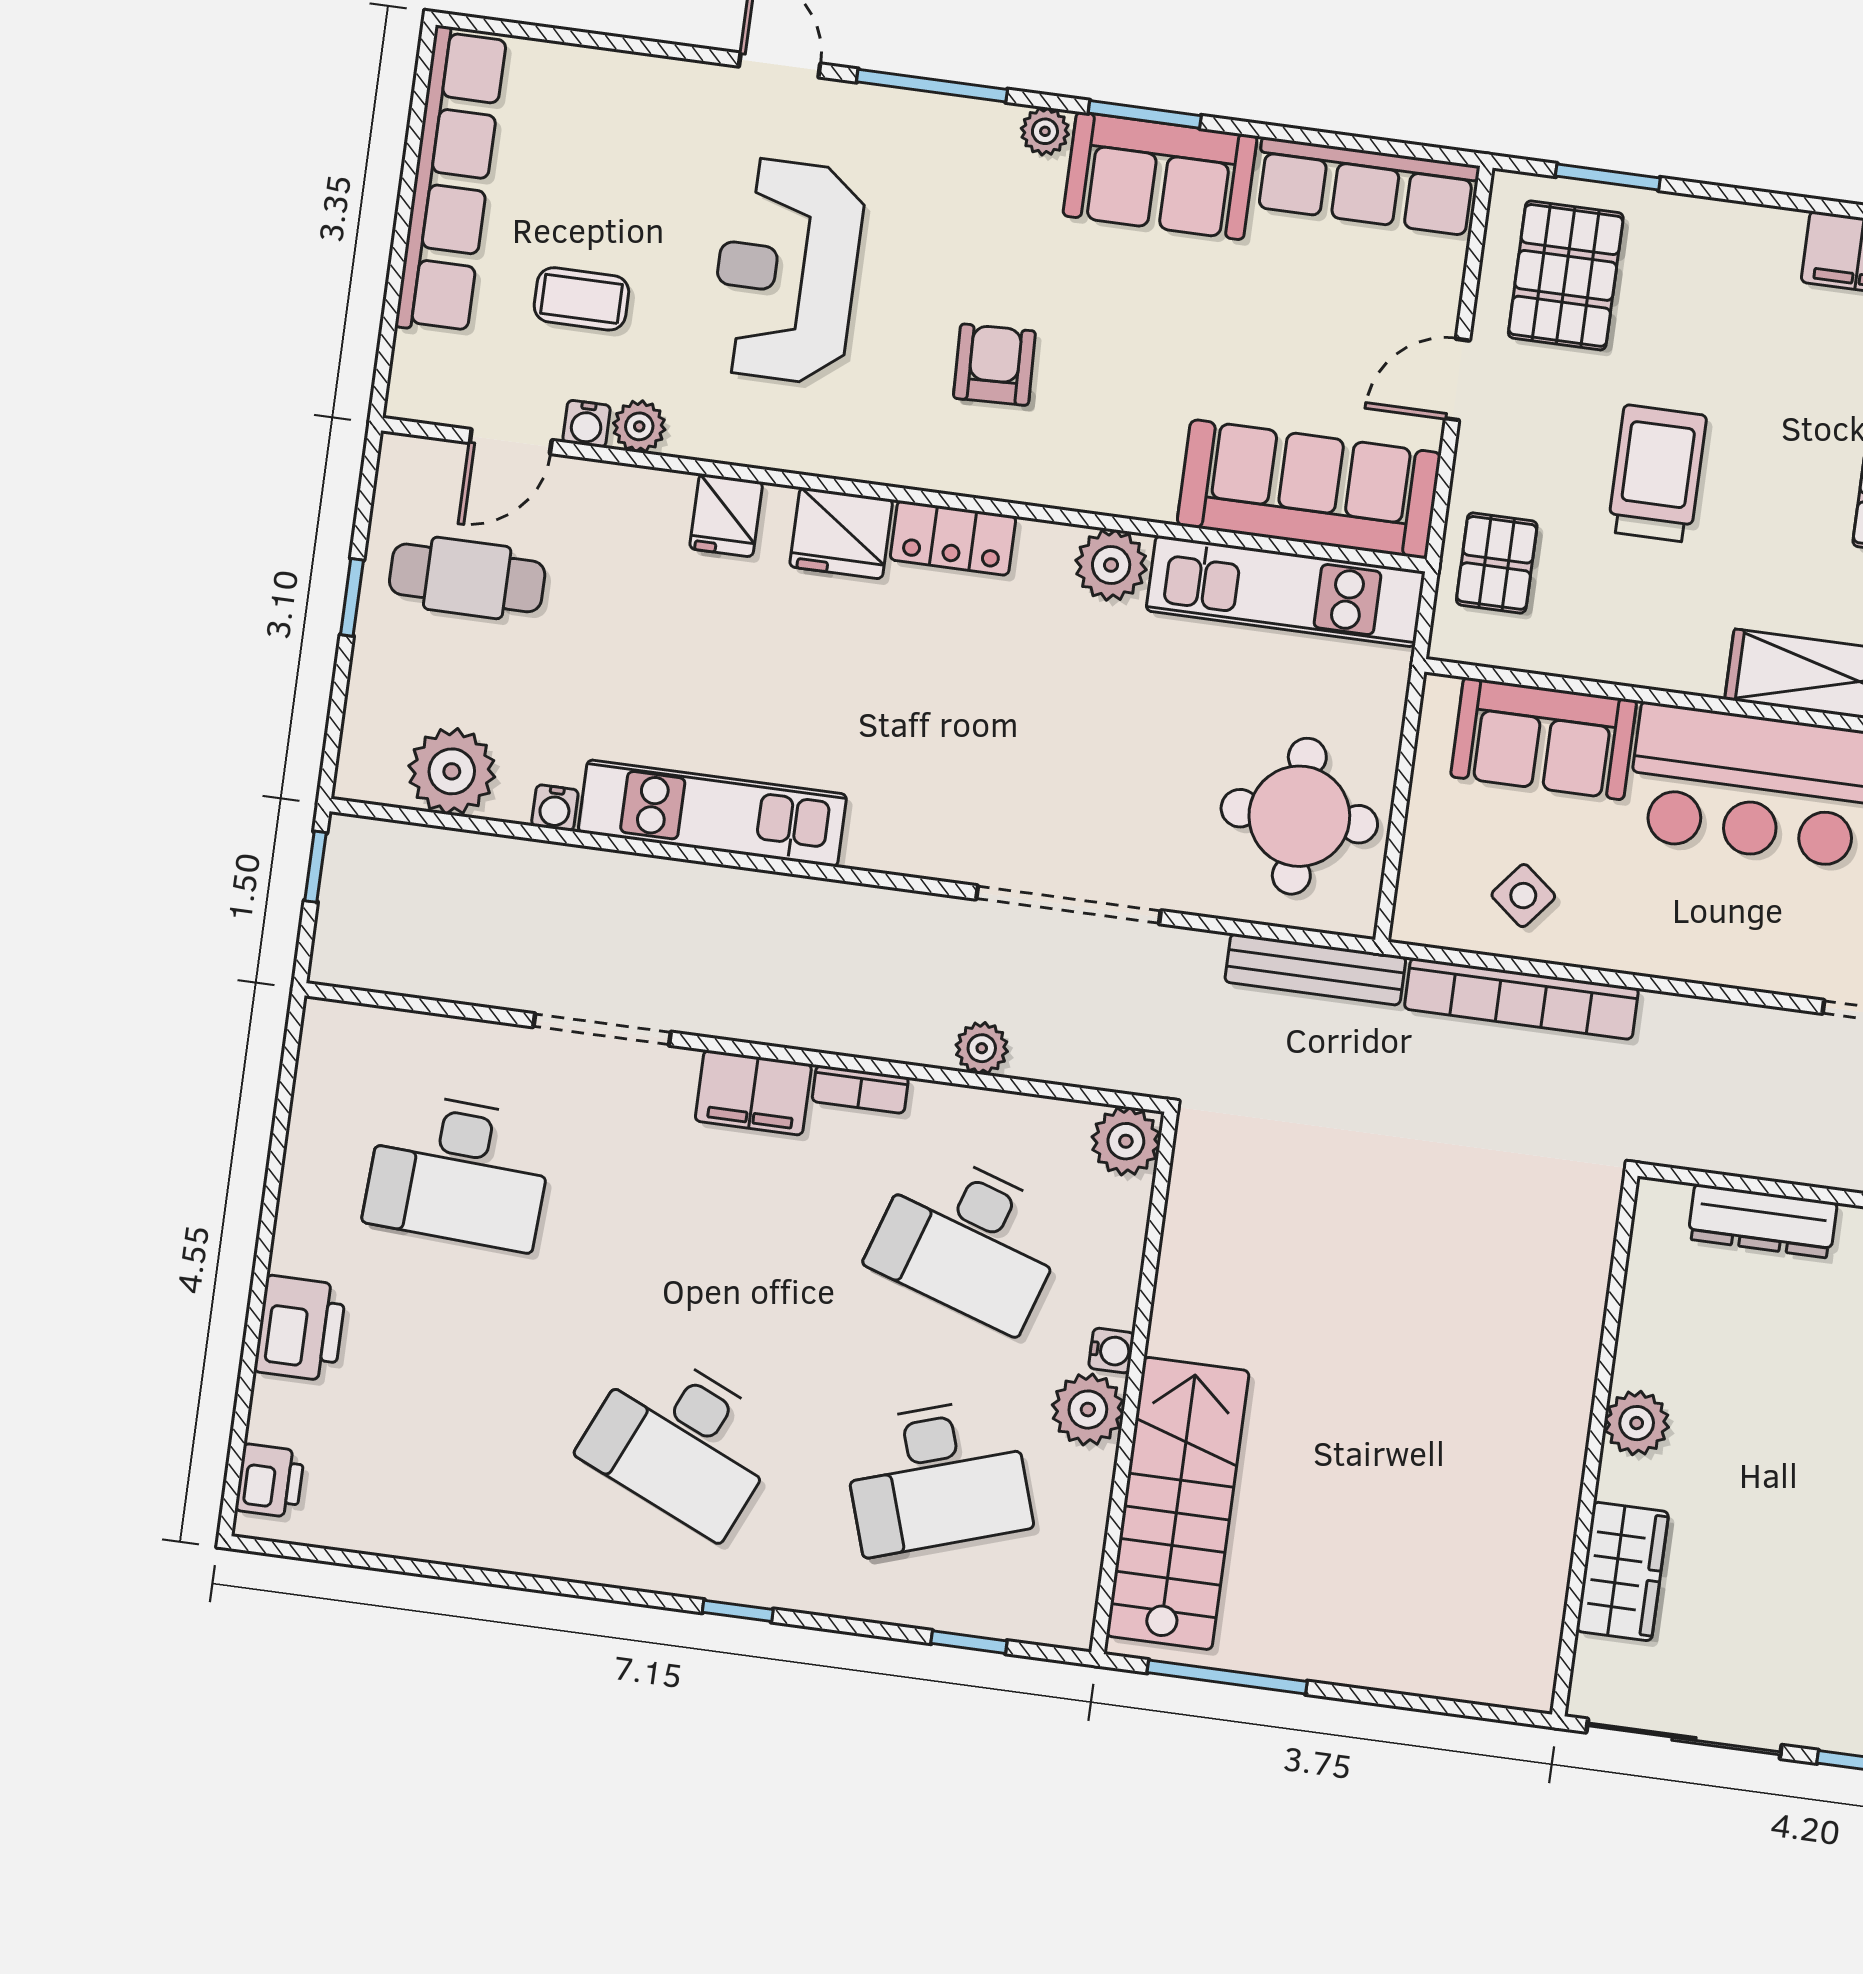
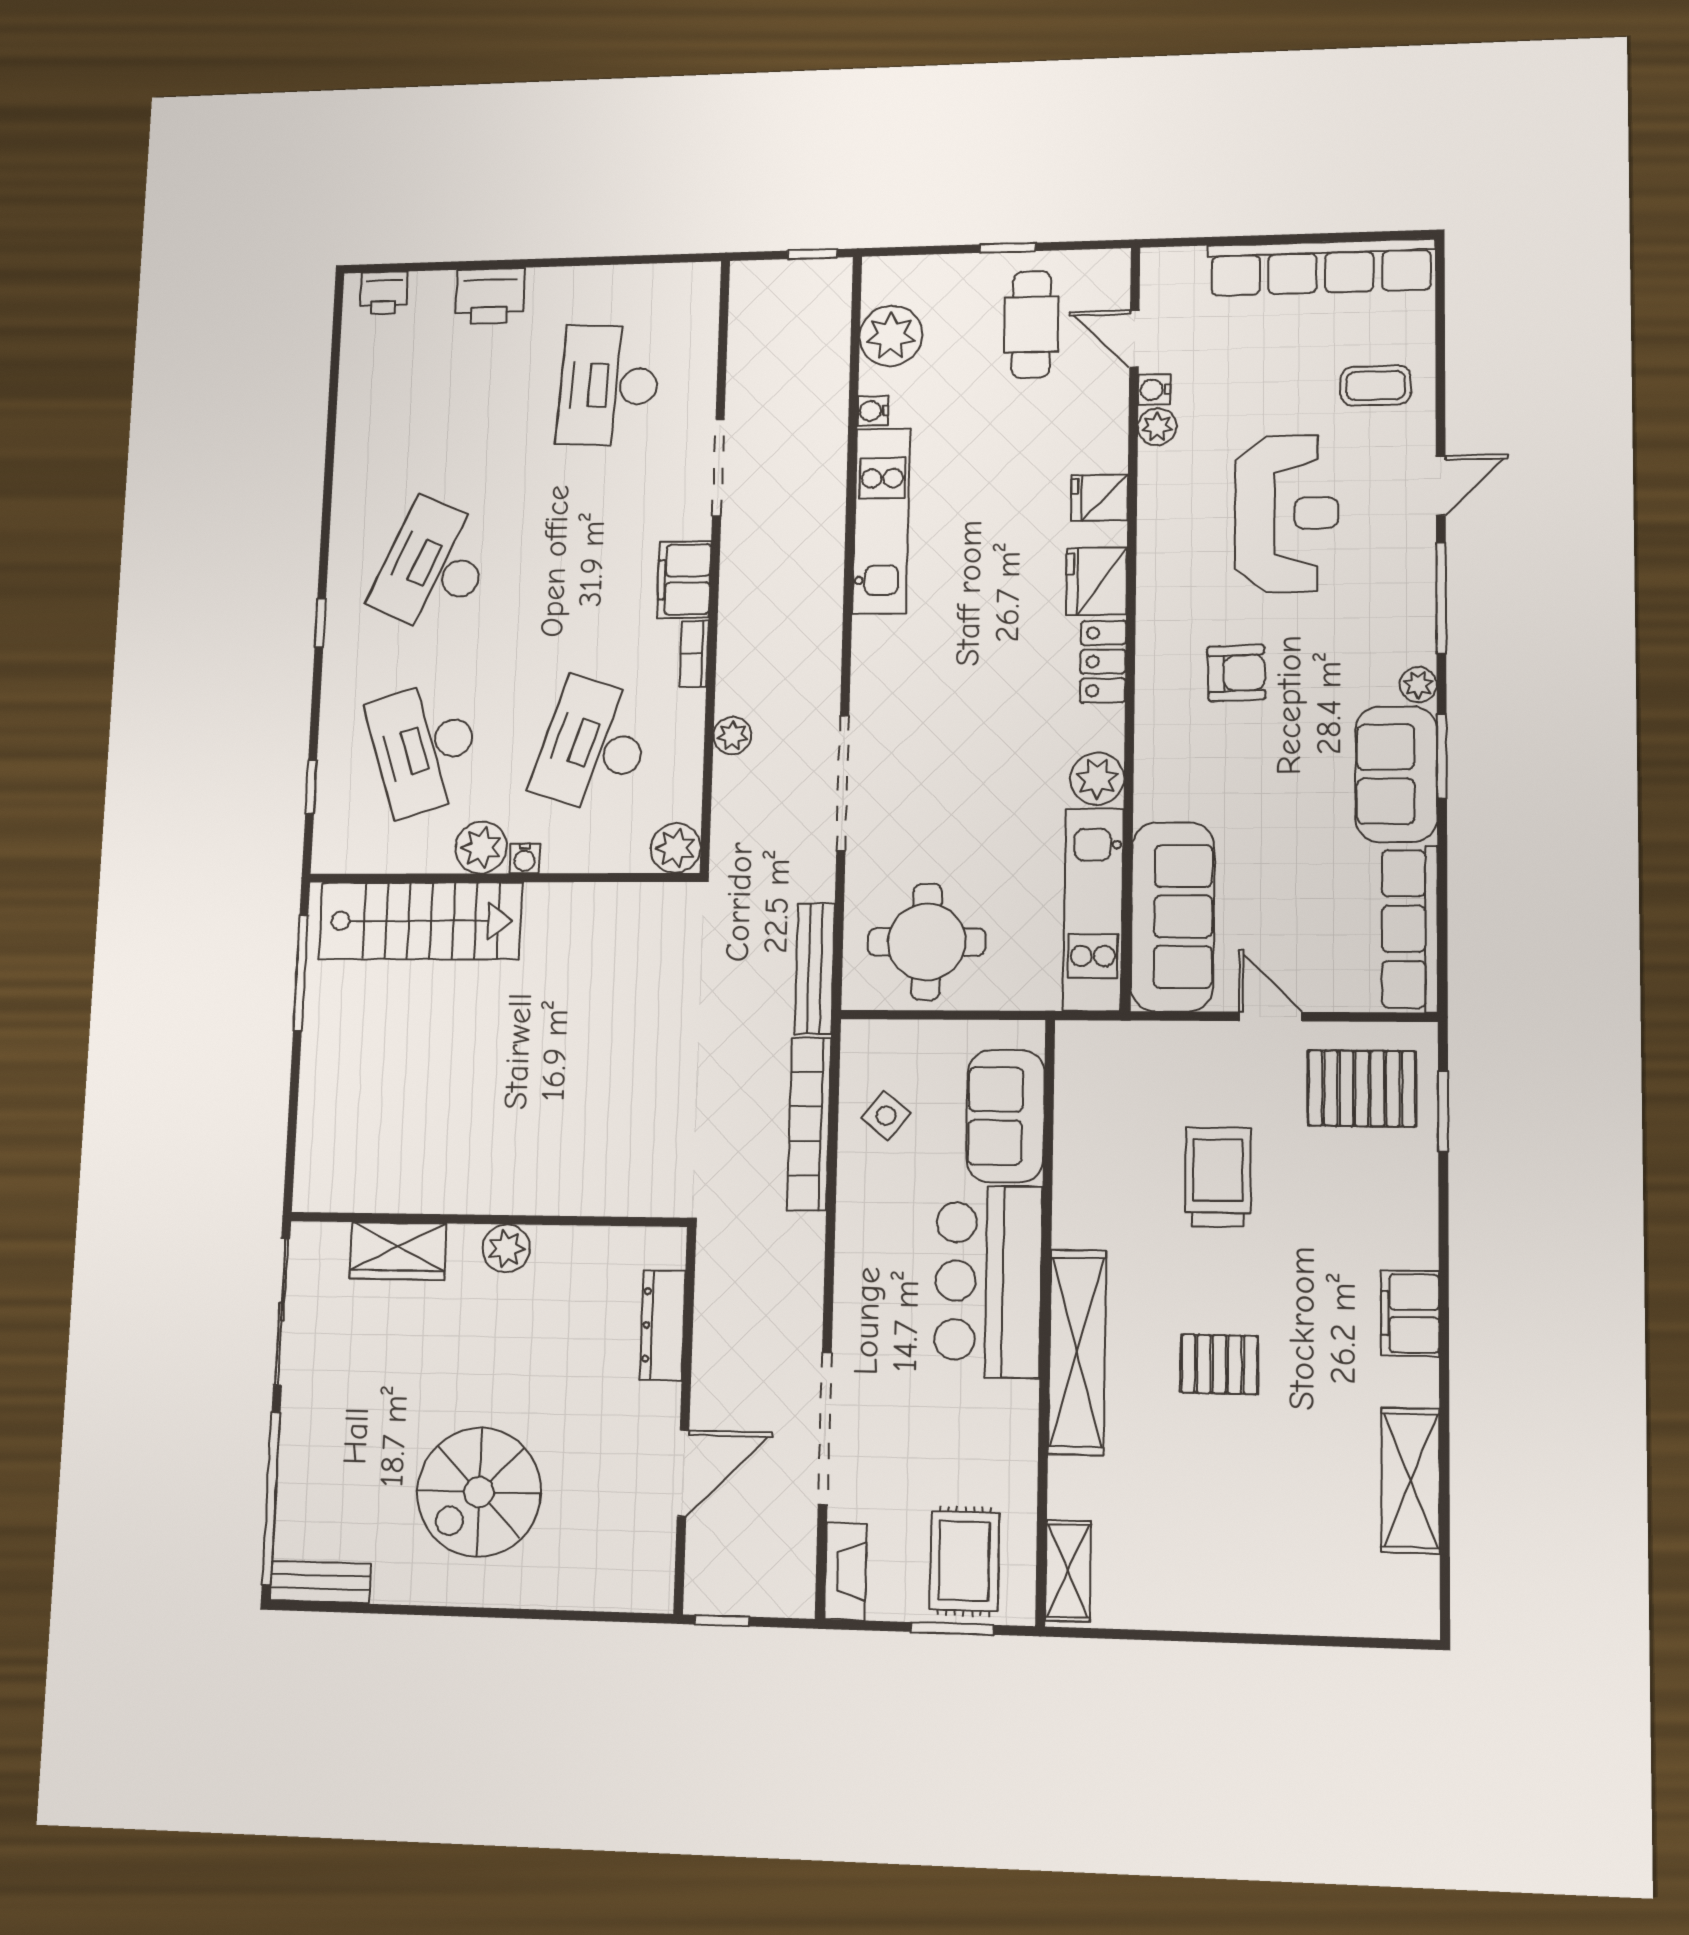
reception desk: (787, 271) -> (1286, 513), turned 90
coffee table: (581, 299) -> (1376, 386), moved, turned 90
trolley: (1657, 474) -> (1218, 1177), turned -90
pallet: (1497, 563) -> (1134, 1064), removed

